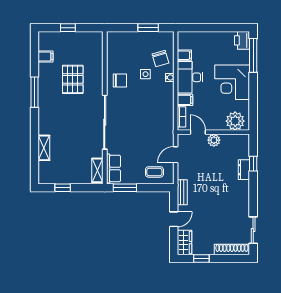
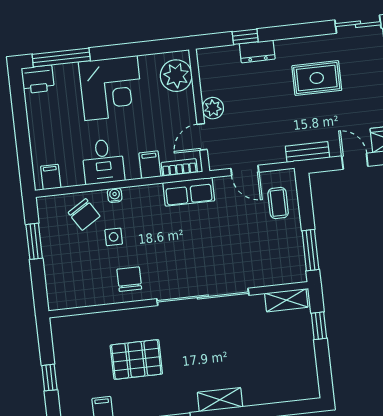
filing cabinet: (184, 55) -> (51, 177), moved
chair: (160, 58) -> (84, 214), turned 74
desk: (190, 77) -> (103, 162), width x0.73
shelving: (44, 148) -> (220, 400), moved
row of seats: (114, 169) -> (189, 192), moved, turned 180
window: (63, 188) -> (319, 326), moved
rug: (225, 203) -> (317, 78), added

